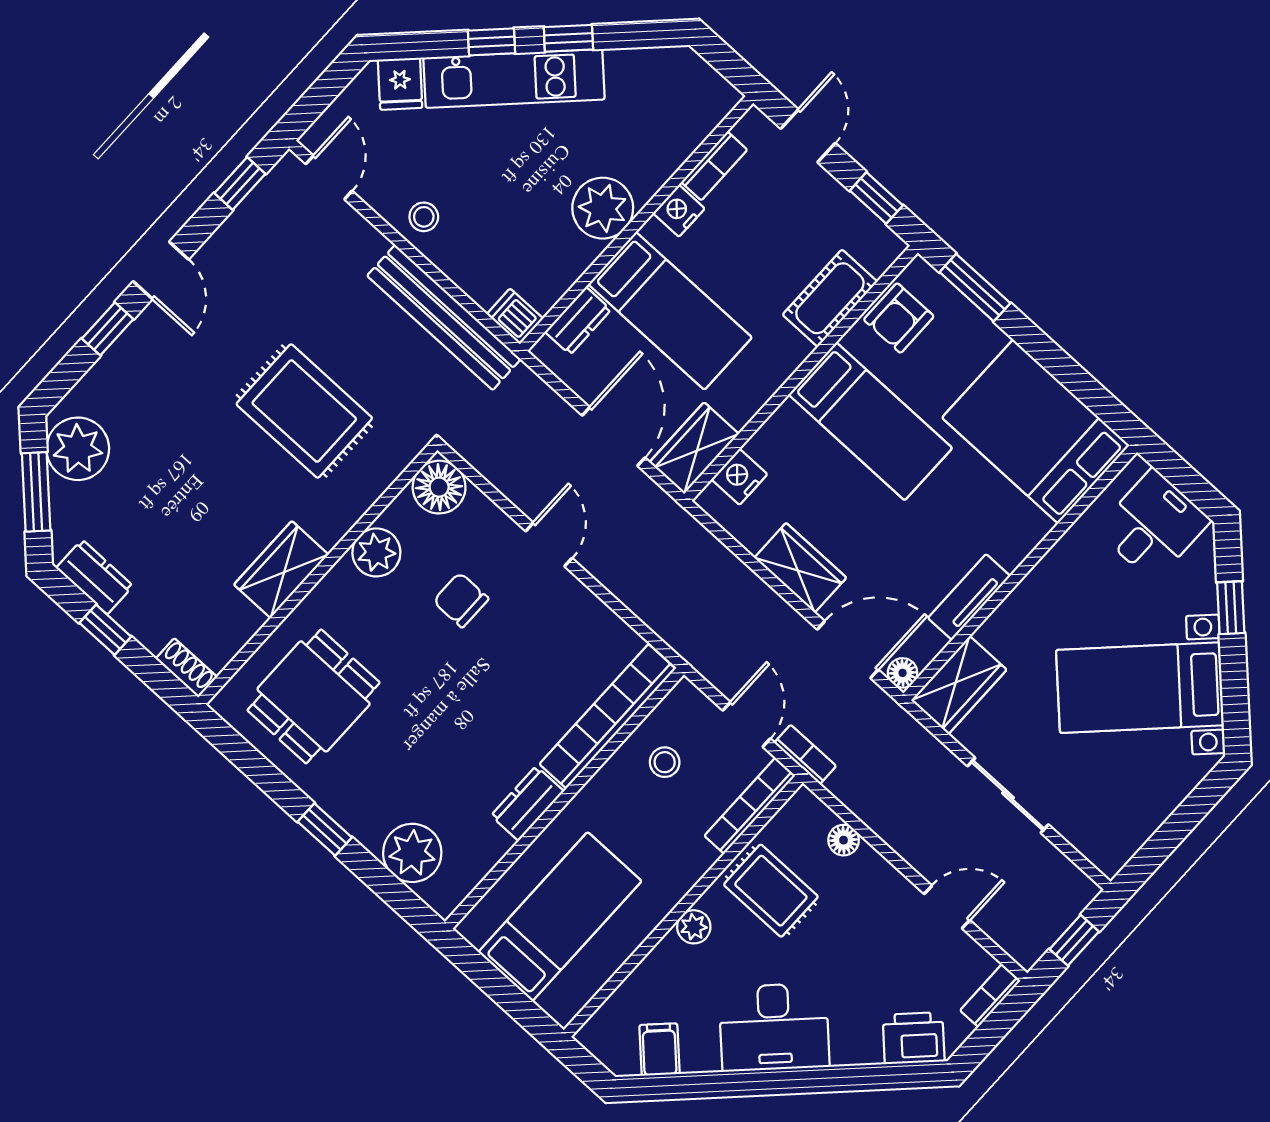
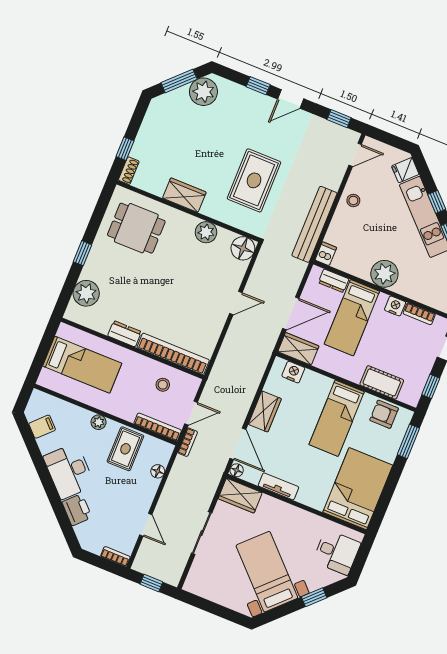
dresser: (95, 577) -> (153, 118), removed
chair: (461, 600) -> (199, 275), removed
window: (105, 630) -> (125, 149), moved
printer: (914, 1038) -> (77, 510), moved

